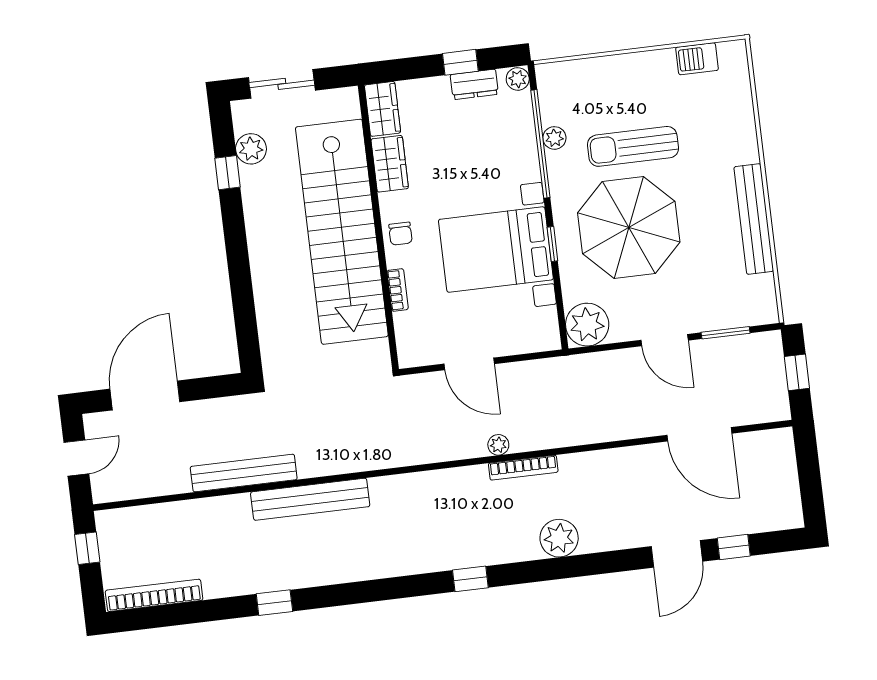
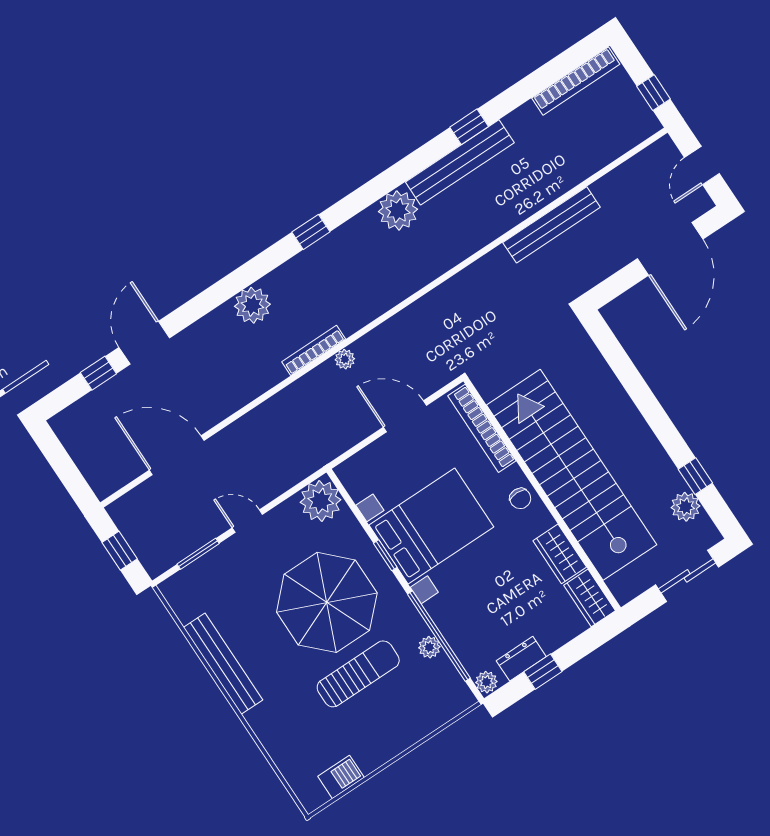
chair: (400, 234) -> (520, 498), turned 180
bookcase: (398, 290) -> (482, 428), width x2.31, depth x1.31
door: (665, 340) -> (247, 521), width x0.73
bench: (310, 499) -> (460, 162), moved
plant: (380, 558) -> (398, 210), added

